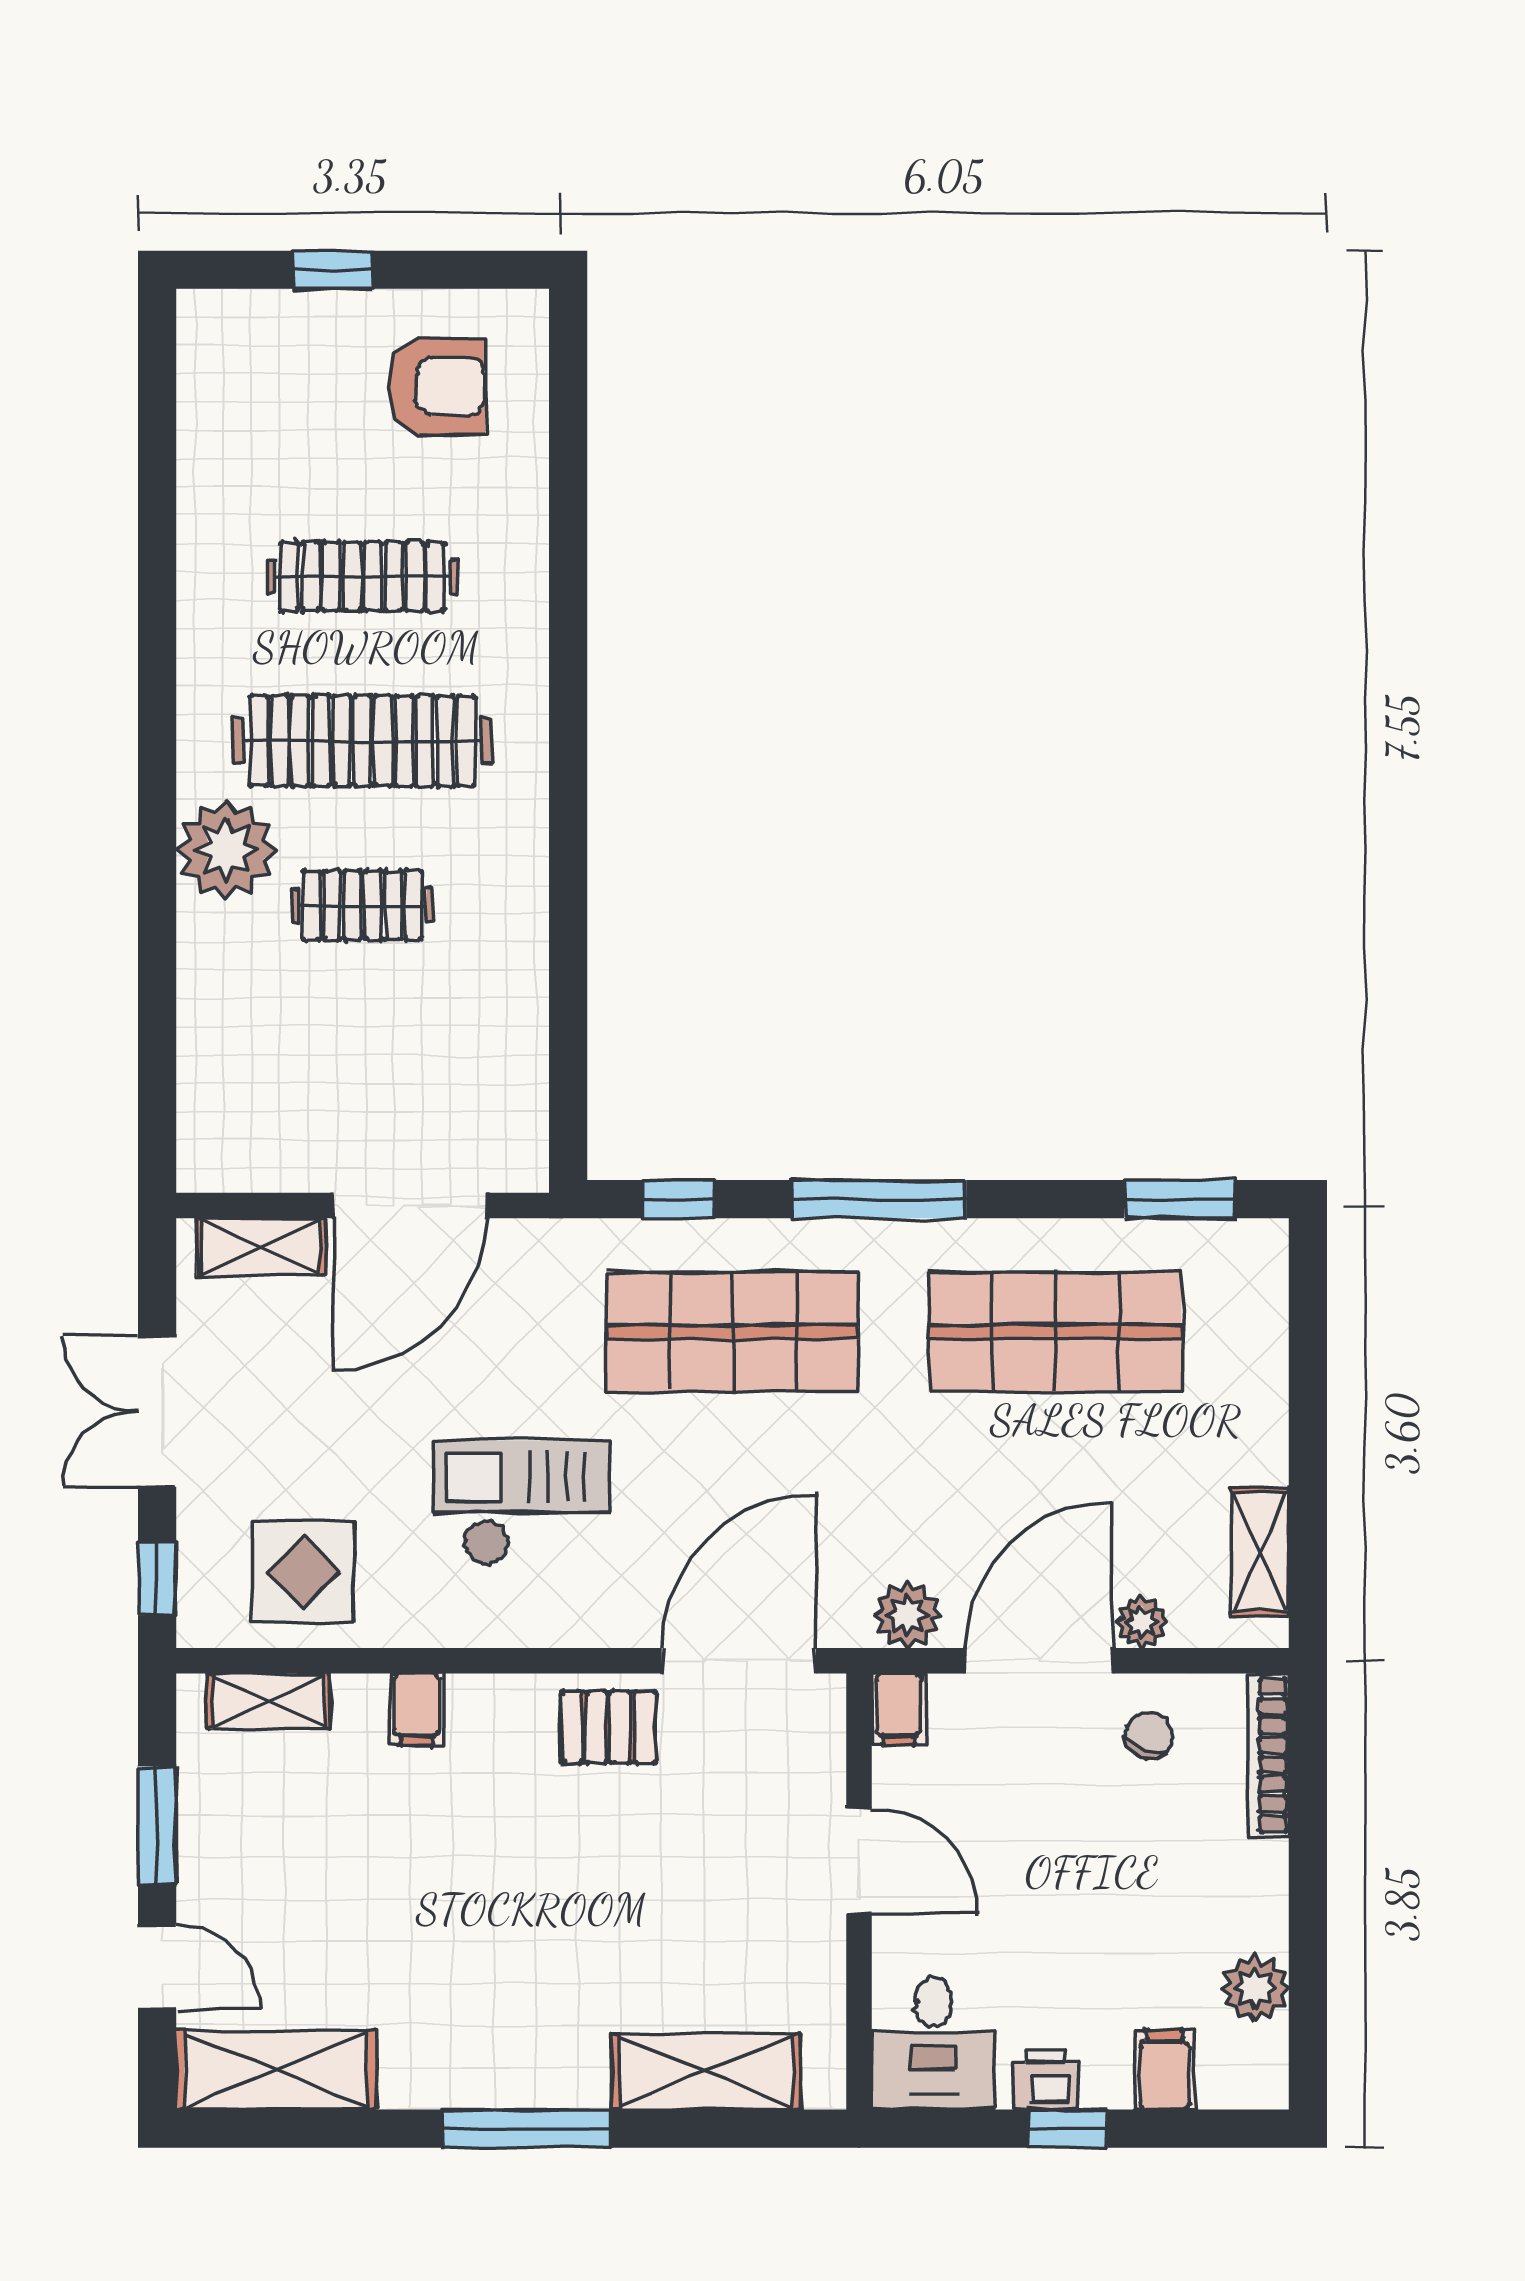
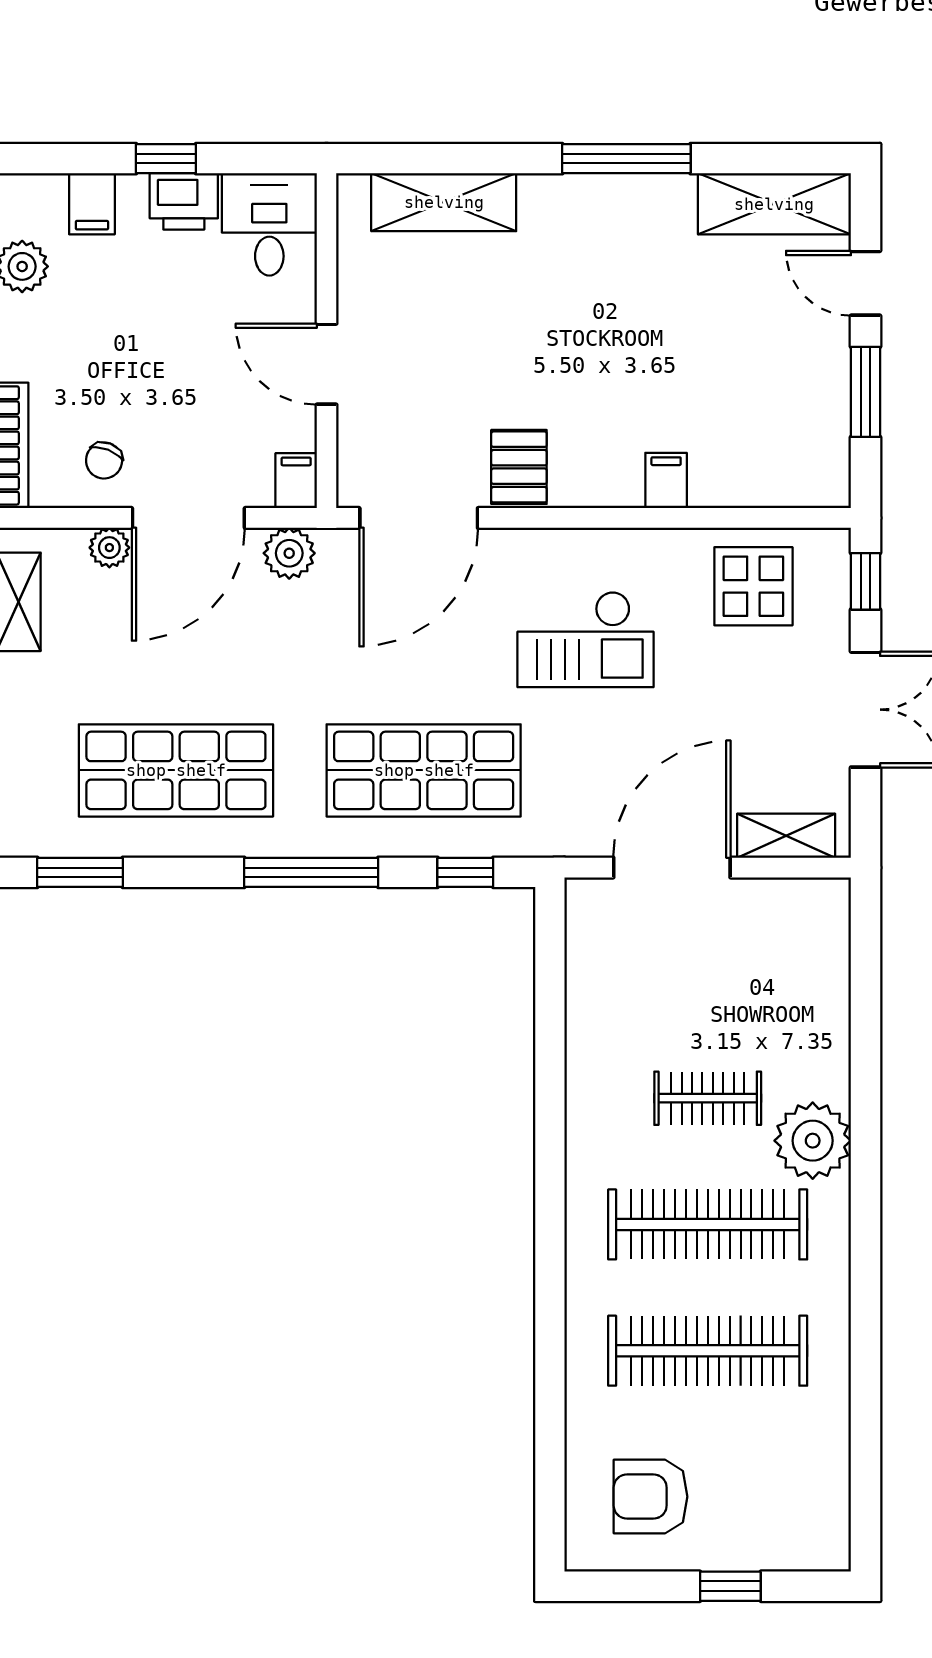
clothes rail: (363, 576) -> (708, 1351), width x1.37, depth x1.31
shelving: (269, 1701) -> (780, 487), removed
pallet: (608, 1727) -> (519, 467), turned 90
printer: (1045, 2080) -> (184, 201), width x1.36, depth x1.24
window: (526, 2129) -> (626, 159), moved

